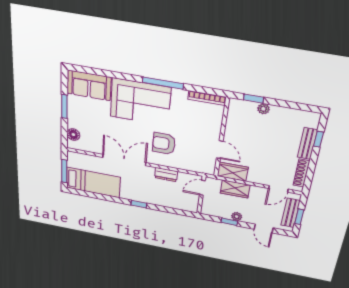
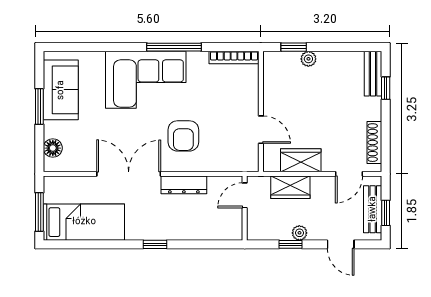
sofa: (89, 85) -> (61, 90), moved, turned -90
armchair: (164, 144) -> (183, 136), turned -90
bench: (307, 144) -> (373, 74), moved
wardrobe: (233, 172) -> (301, 160), moved
dresser: (166, 174) -> (184, 185), width x1.44

